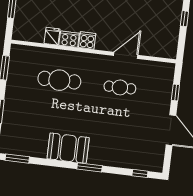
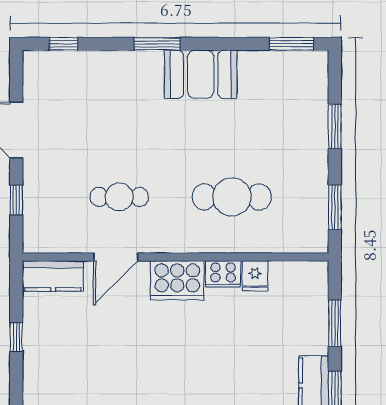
cooker: (87, 41) -> (177, 280), width x1.87, depth x1.31
kitchen counter: (161, 49) -> (53, 276), added

